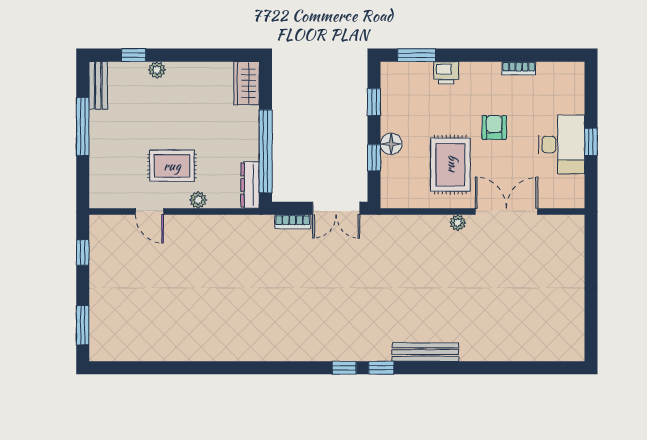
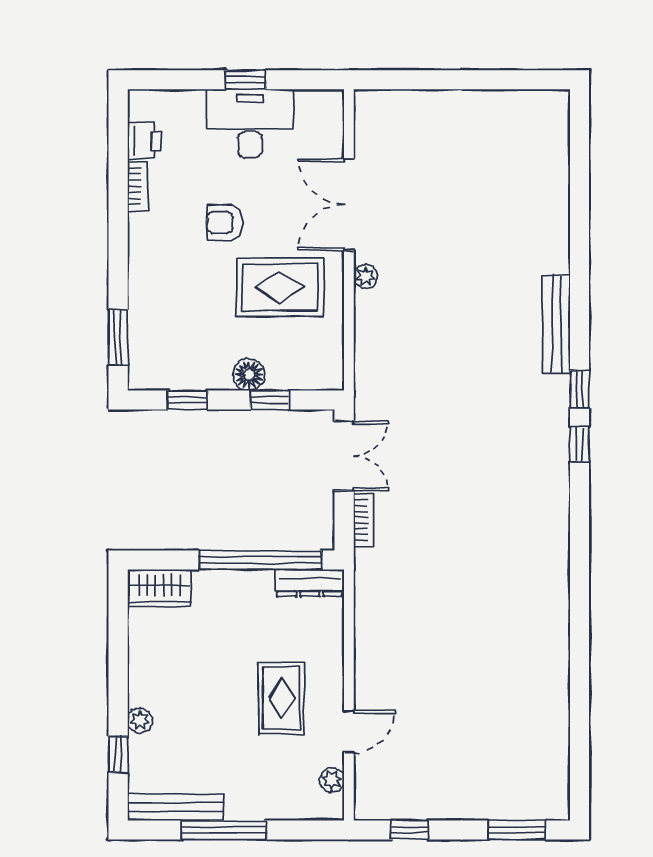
printer: (446, 73) -> (144, 141), moved
bench: (98, 85) -> (176, 807), width x1.36
plant: (198, 200) -> (332, 780), moved

